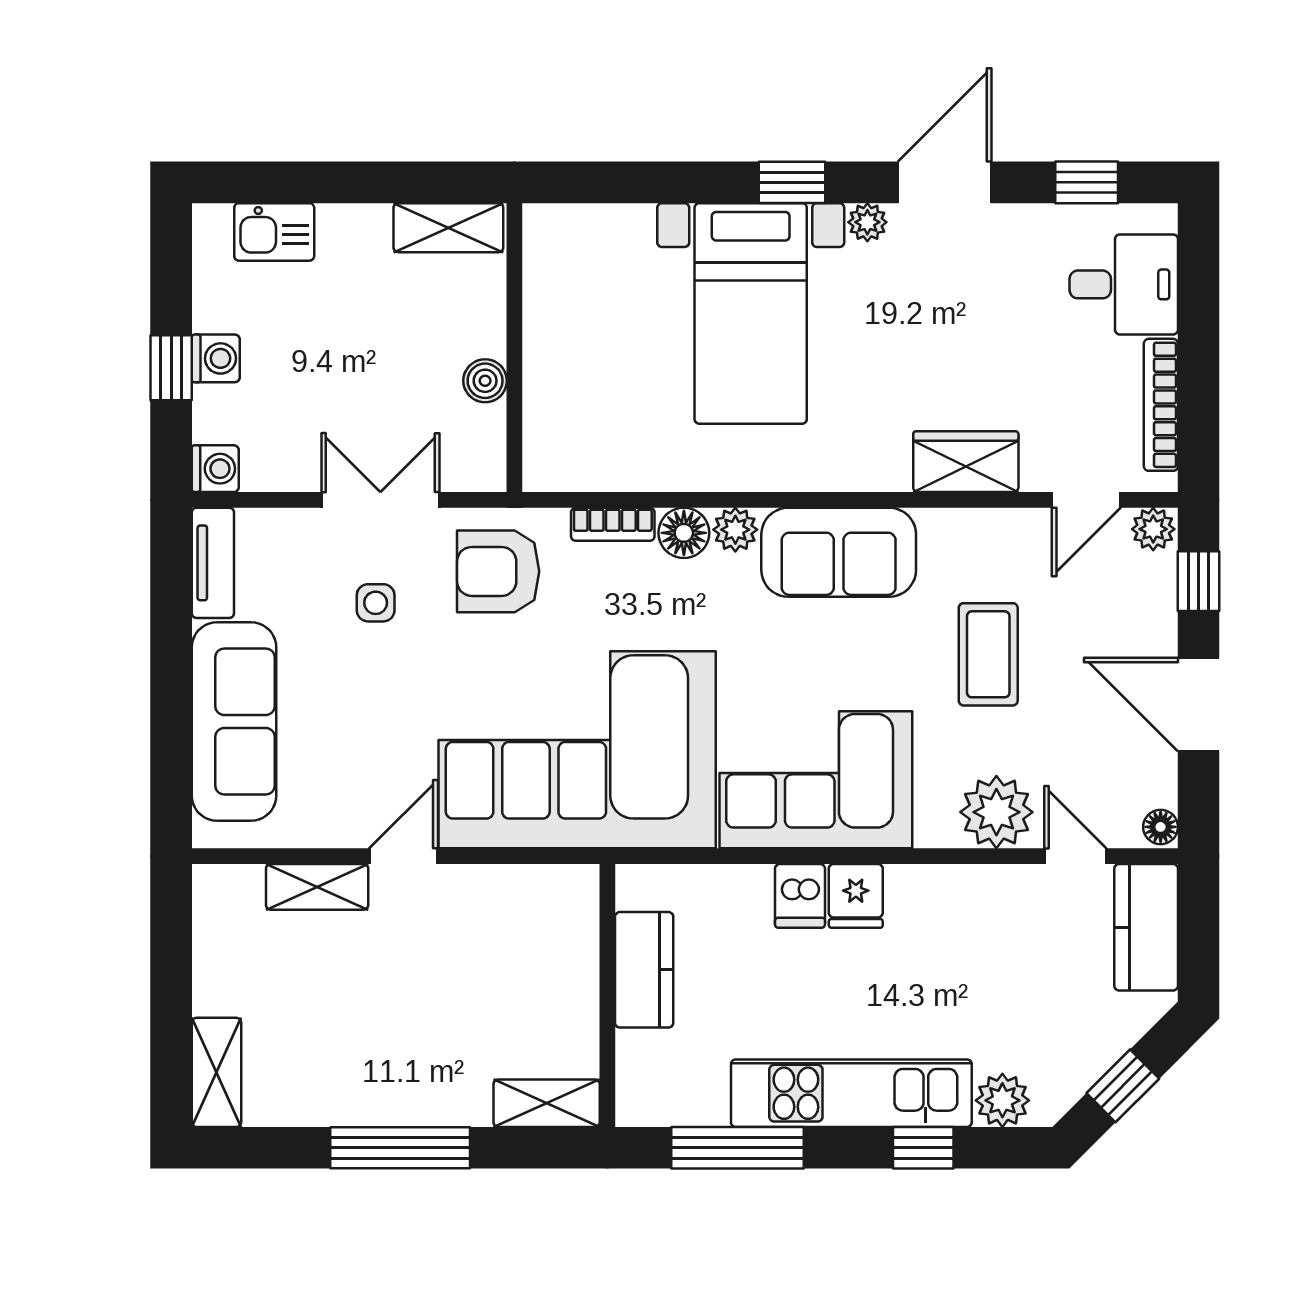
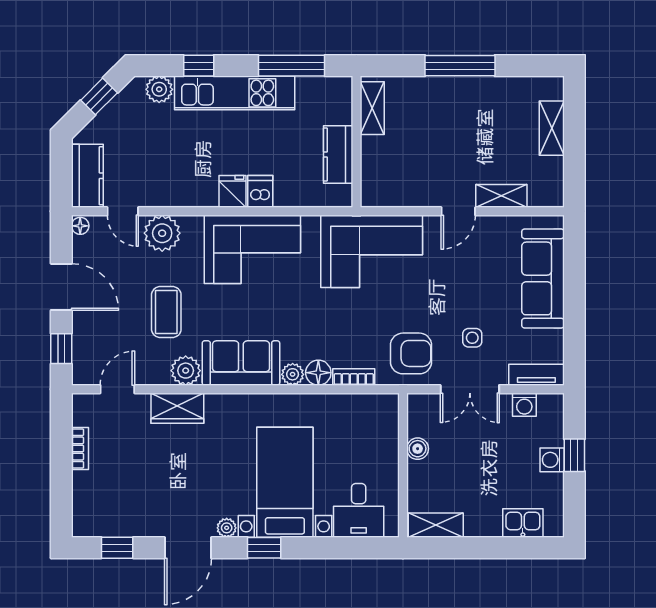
desk: (1124, 284) -> (359, 510), moved, turned -90
bookcase: (1161, 405) -> (80, 449), width x0.64
washing machine: (215, 469) -> (524, 405), moved, turned -90
plant: (1153, 529) -> (186, 371), moved, width x1.38, depth x1.38
tv unit: (213, 563) -> (536, 375), moved, turned 90
corner sofa: (577, 750) -> (372, 251), width x0.73, depth x0.74
shelving: (216, 1072) -> (552, 128), moved
shelving: (547, 1103) -> (372, 108), moved, turned 90

